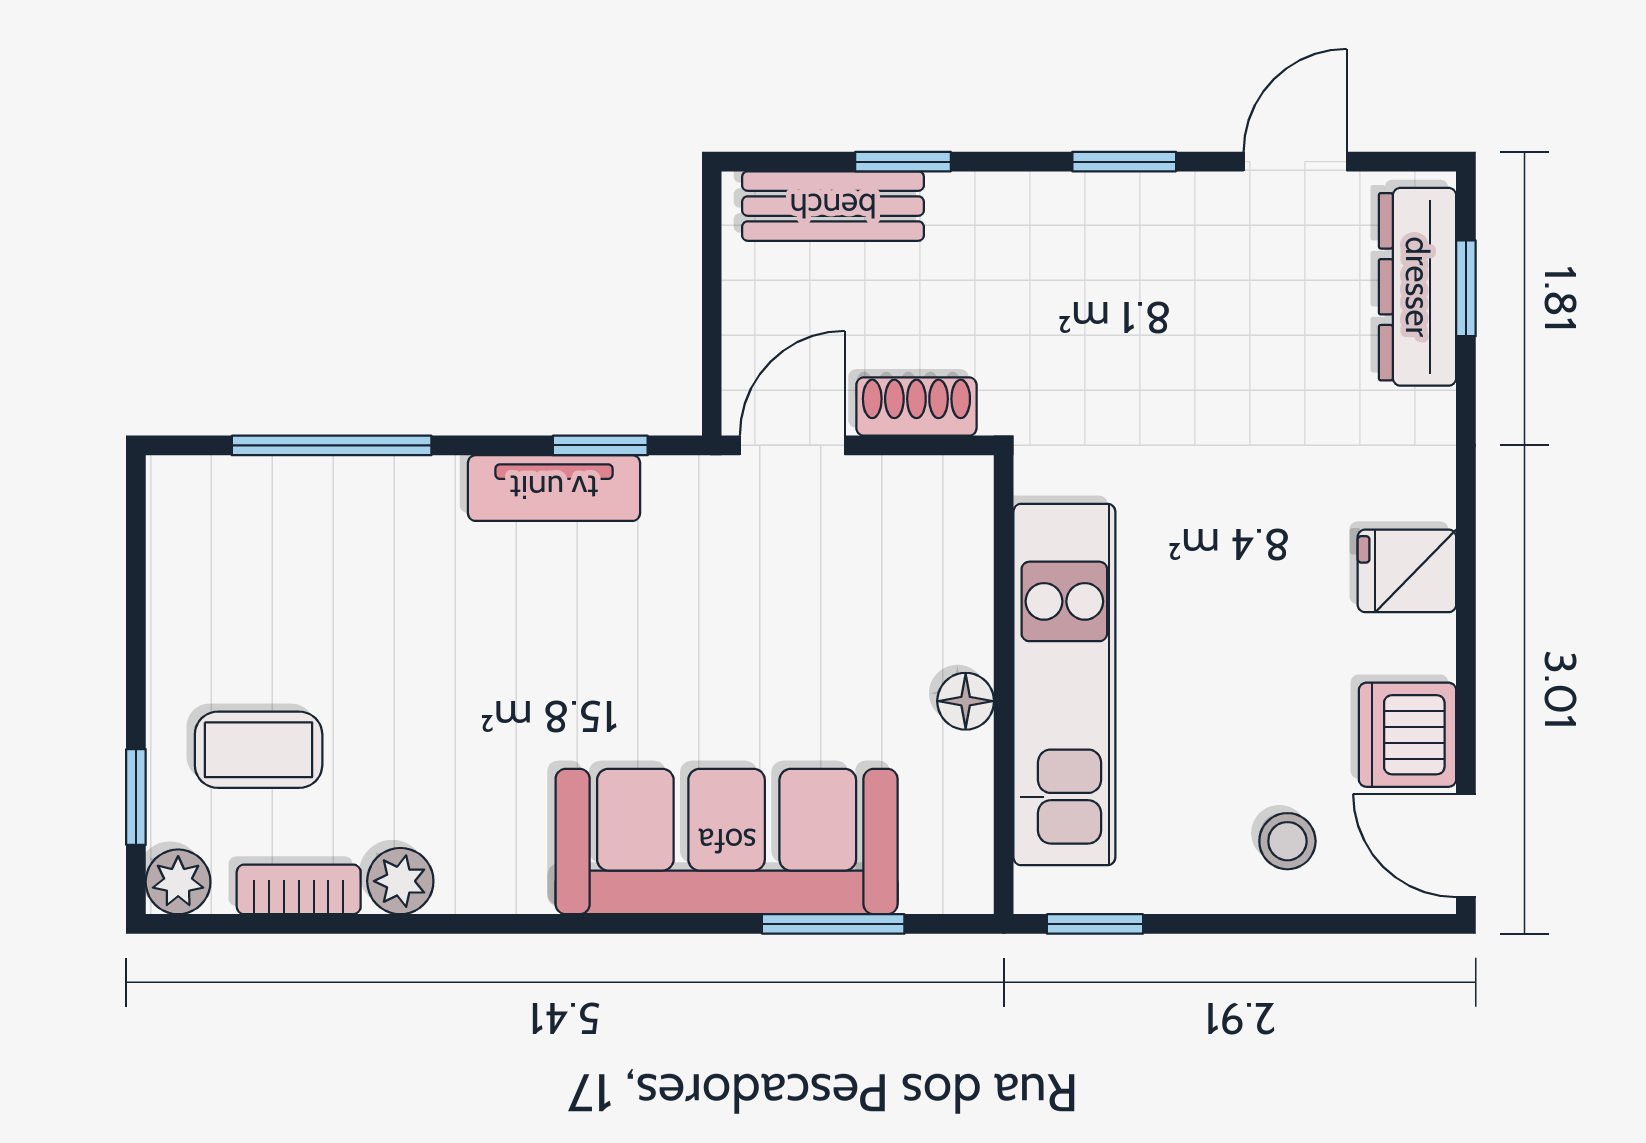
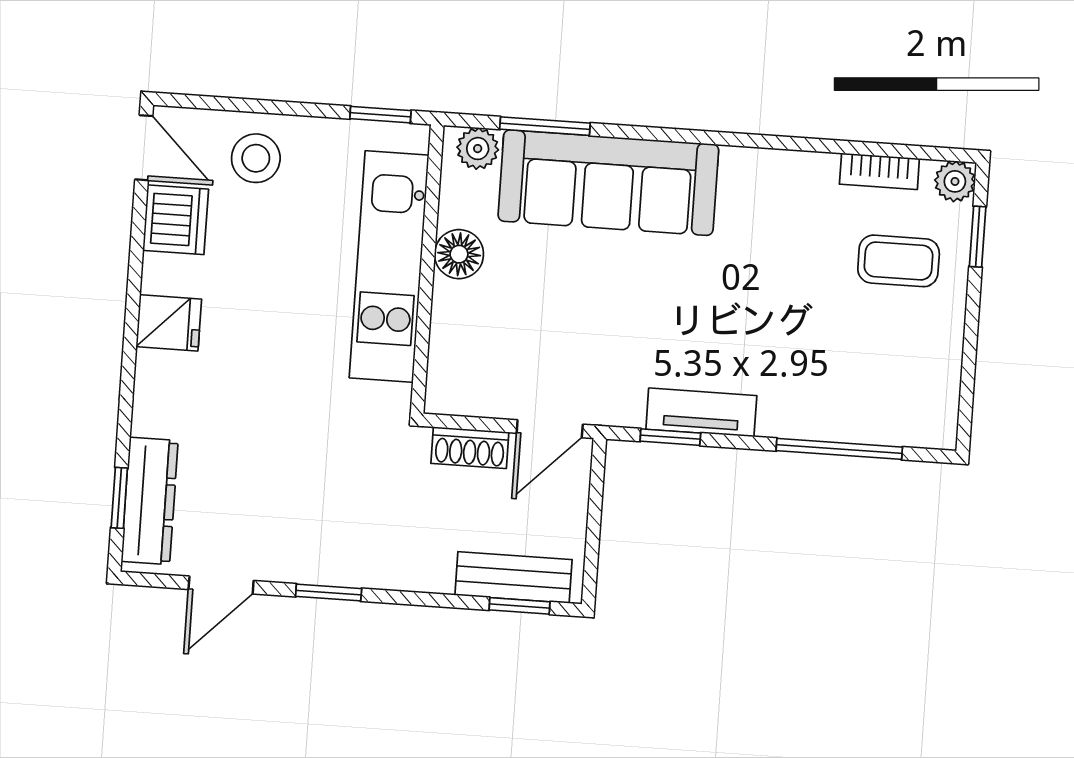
window: (903, 162) -> (519, 606), moved
floor lamp: (966, 701) -> (459, 254), width x1.37, depth x1.37
stool: (1287, 841) -> (256, 158), width x1.37, depth x1.37
plant: (400, 881) -> (478, 149), moved

